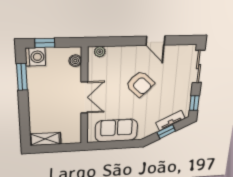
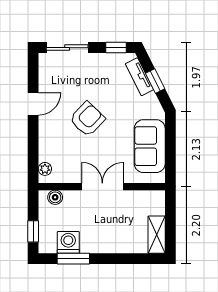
washing machine: (35, 57) -> (68, 242), moved

